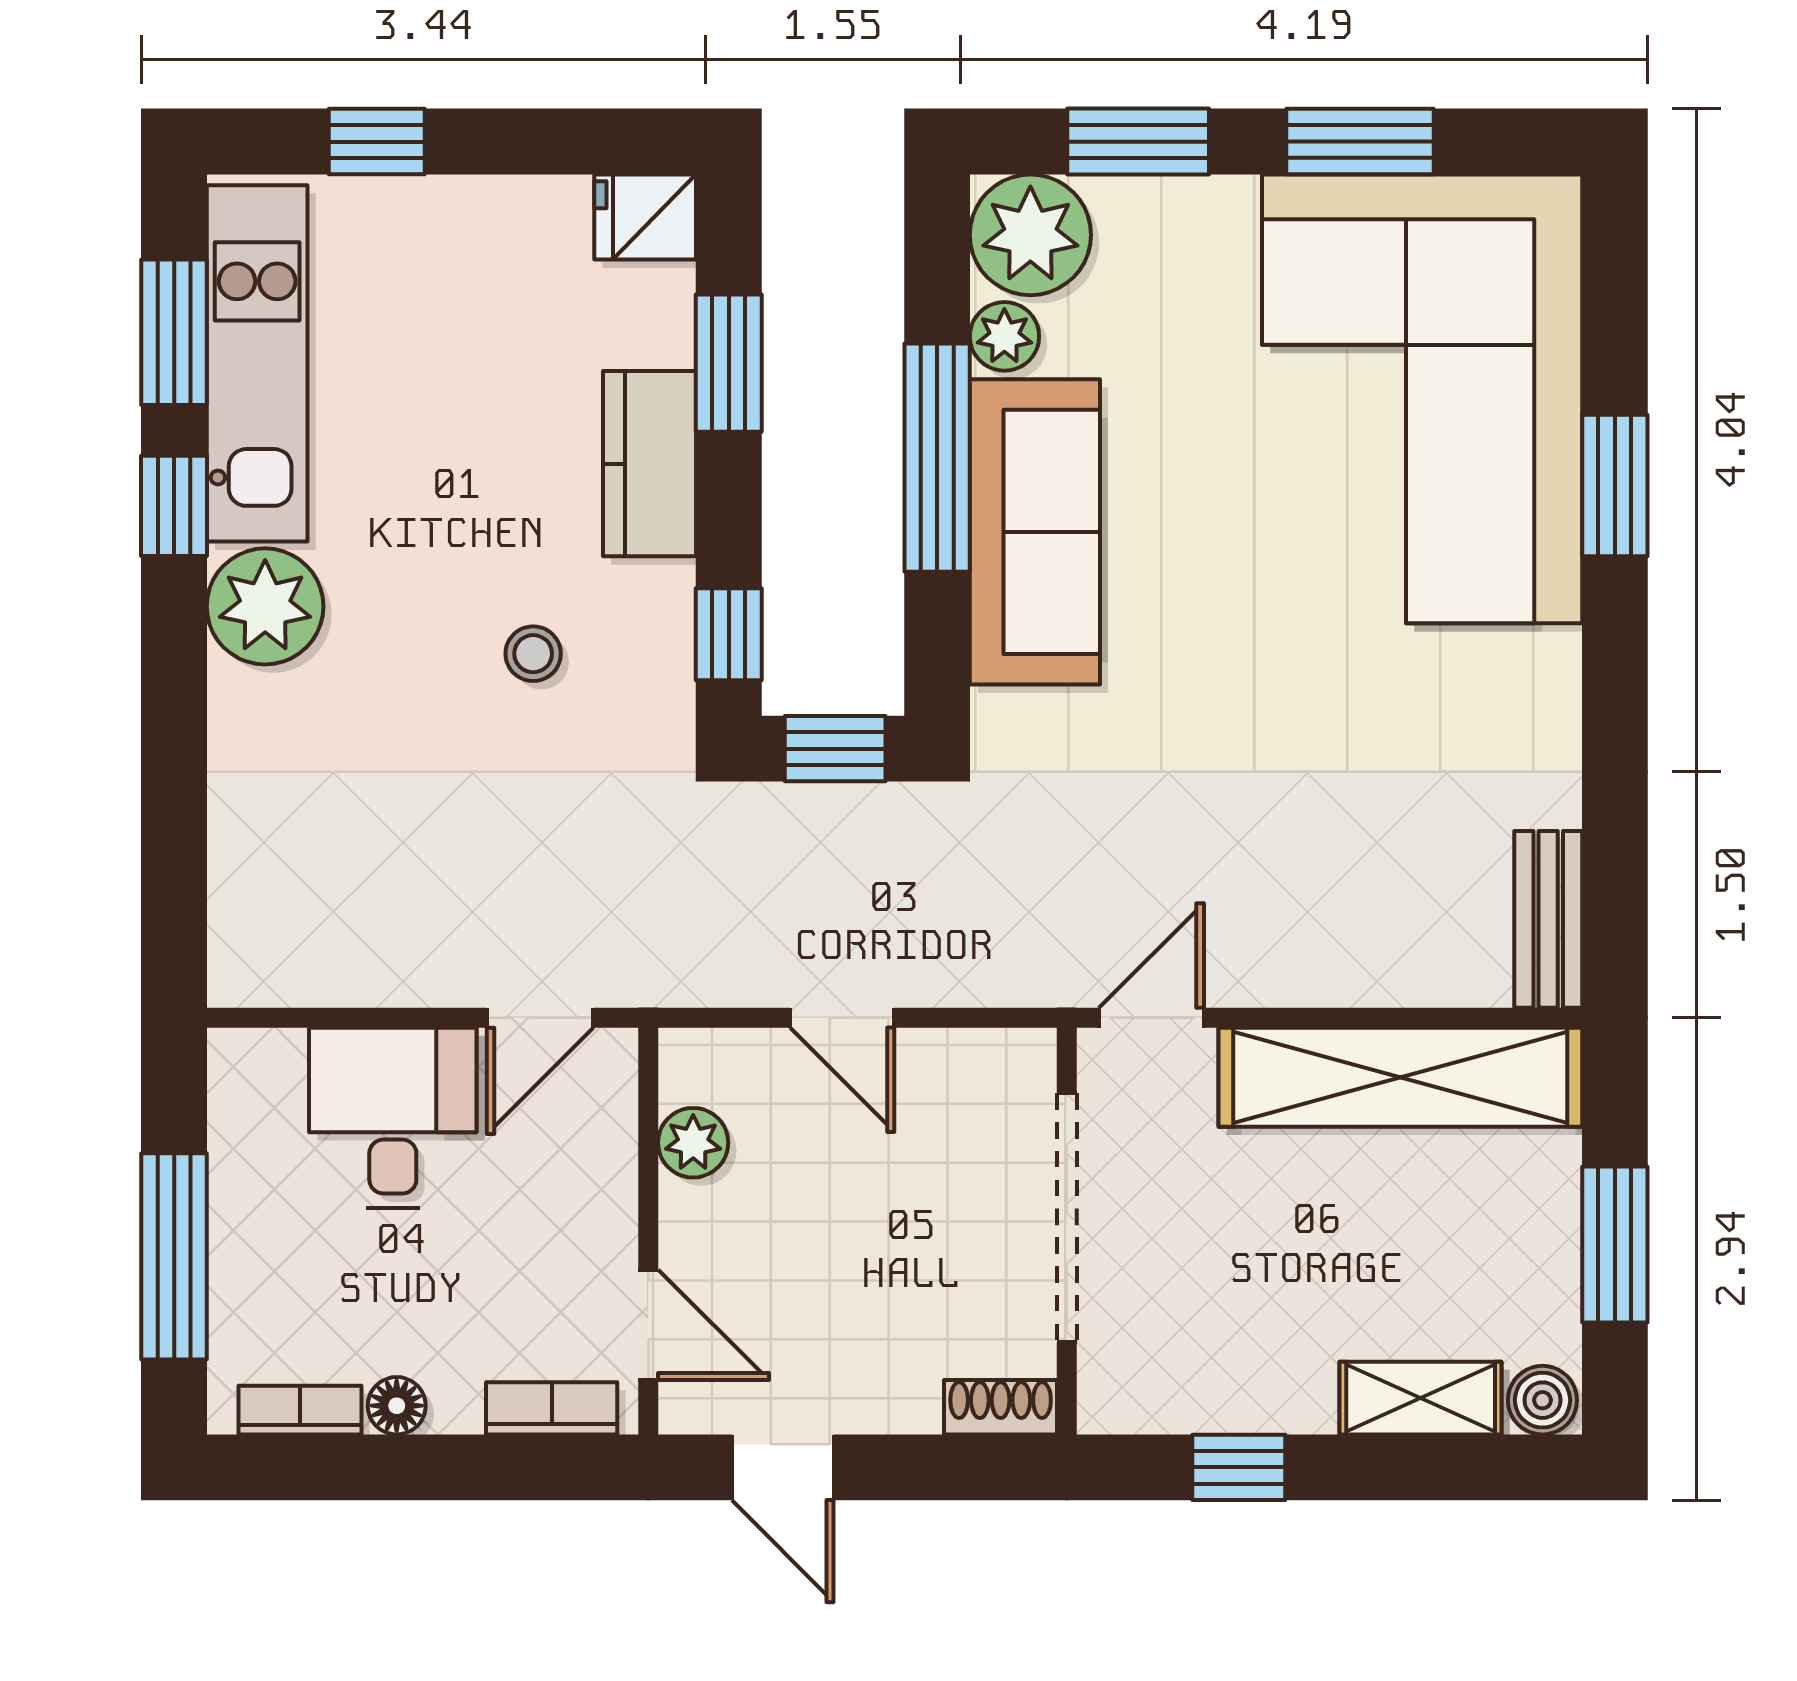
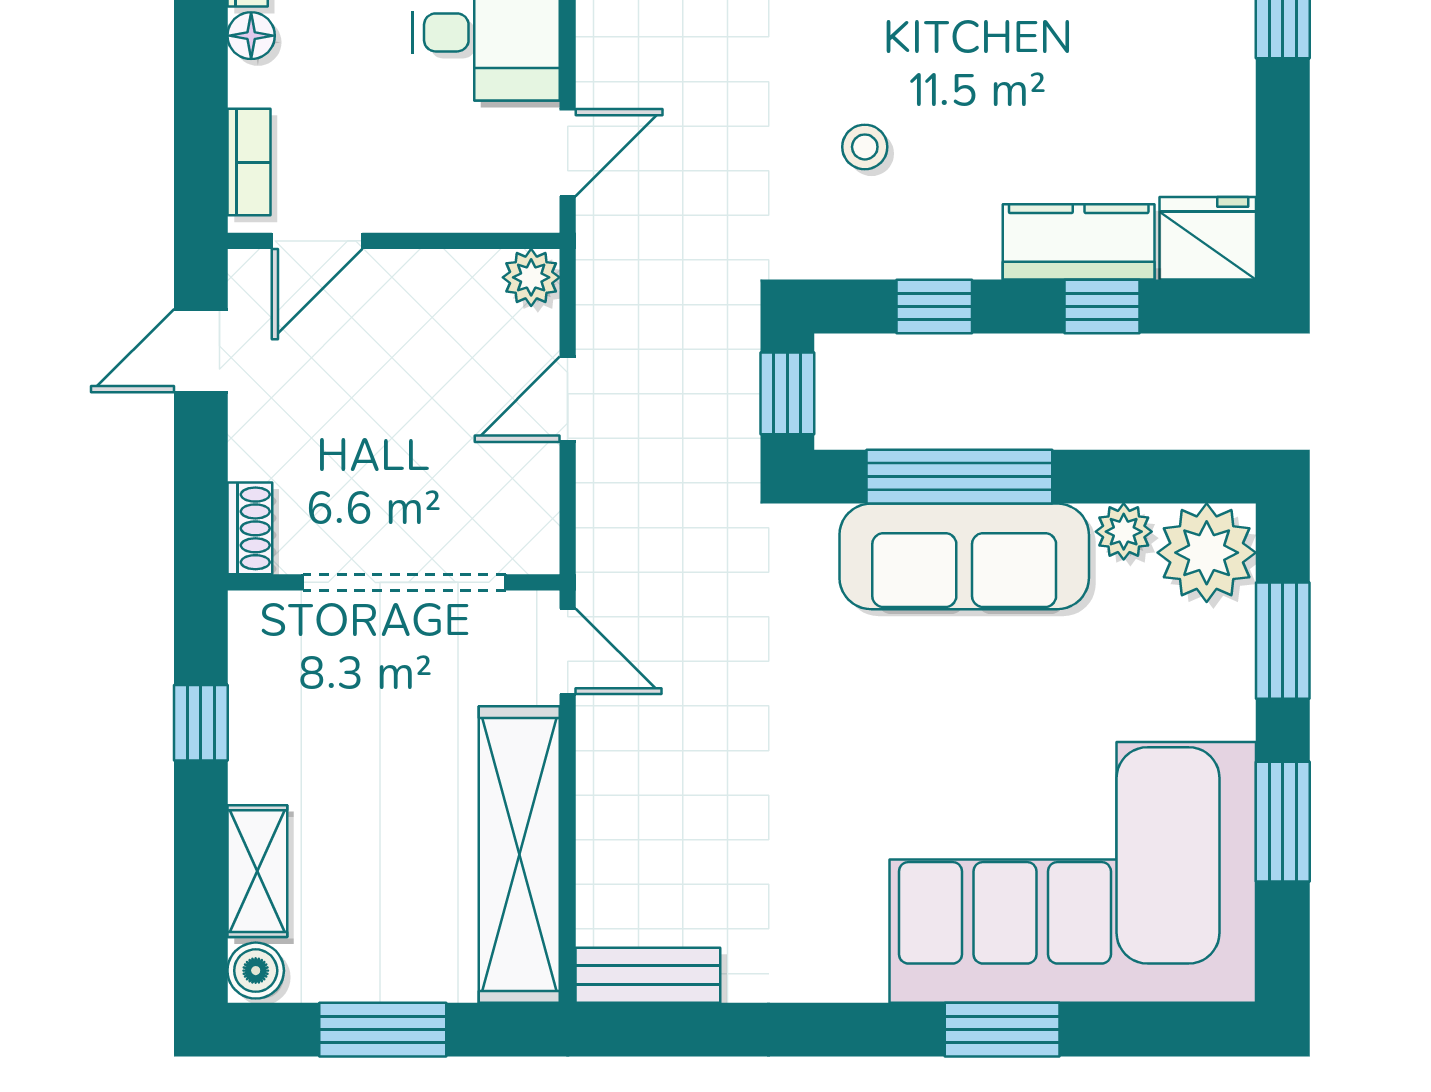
fridge: (645, 217) -> (1208, 238), width x1.38
window: (729, 363) -> (1102, 307), width x0.67
window: (937, 458) -> (959, 477), moved
kitchen counter: (650, 464) -> (1079, 242), moved
window: (729, 634) -> (934, 307), moved
door: (540, 1018) -> (568, 153), swing flipped
plant: (693, 1143) -> (531, 277), moved

